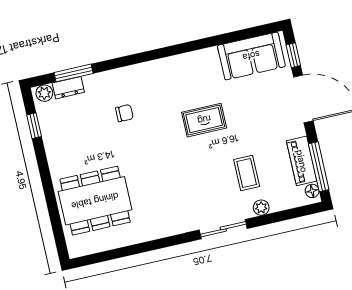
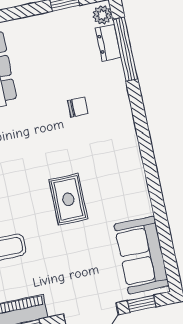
window: (74, 73) -> (125, 49), width x1.44
chair: (124, 113) -> (78, 107), turned -90

